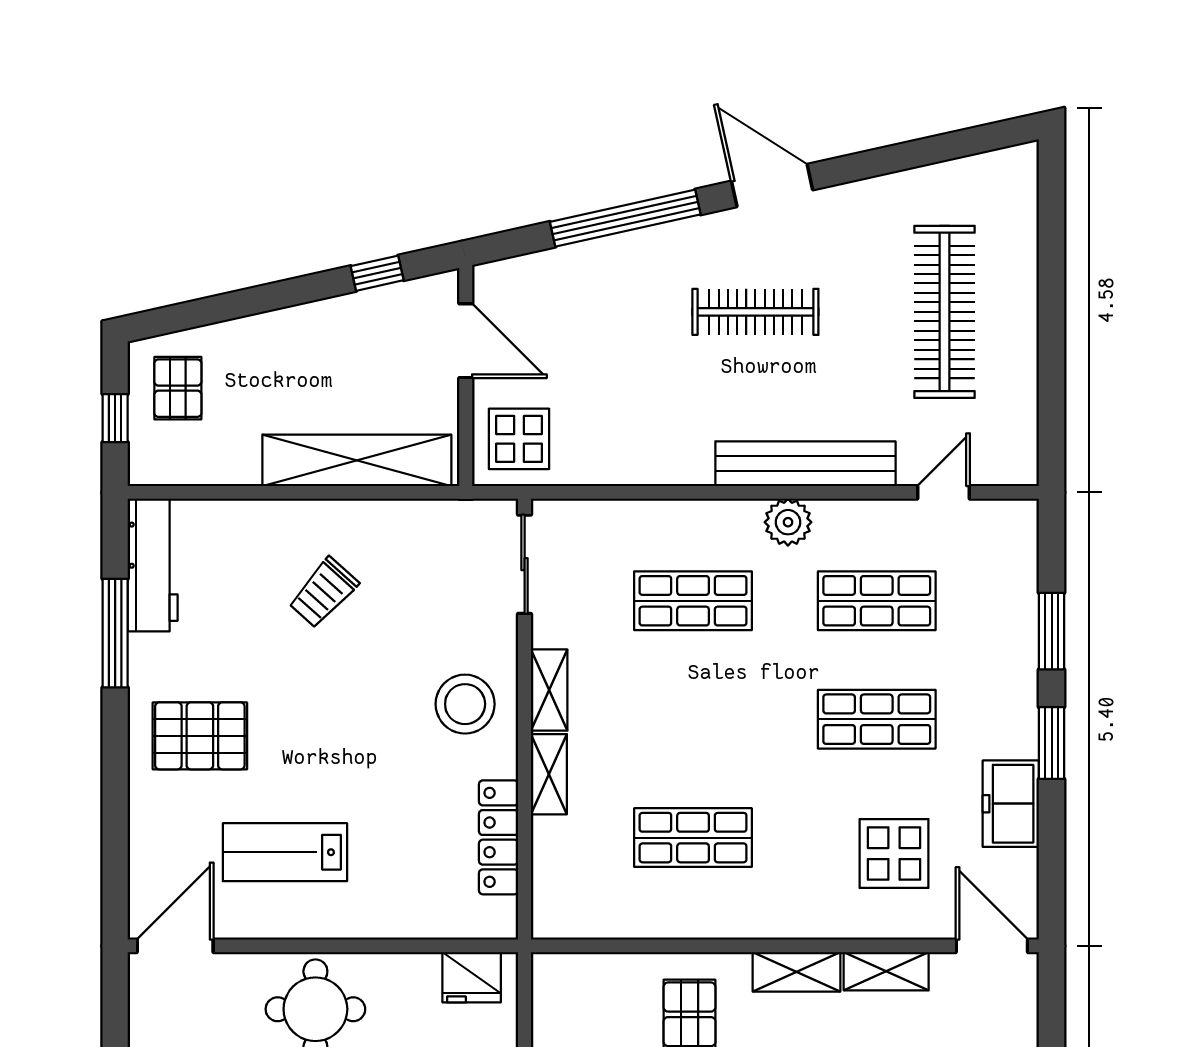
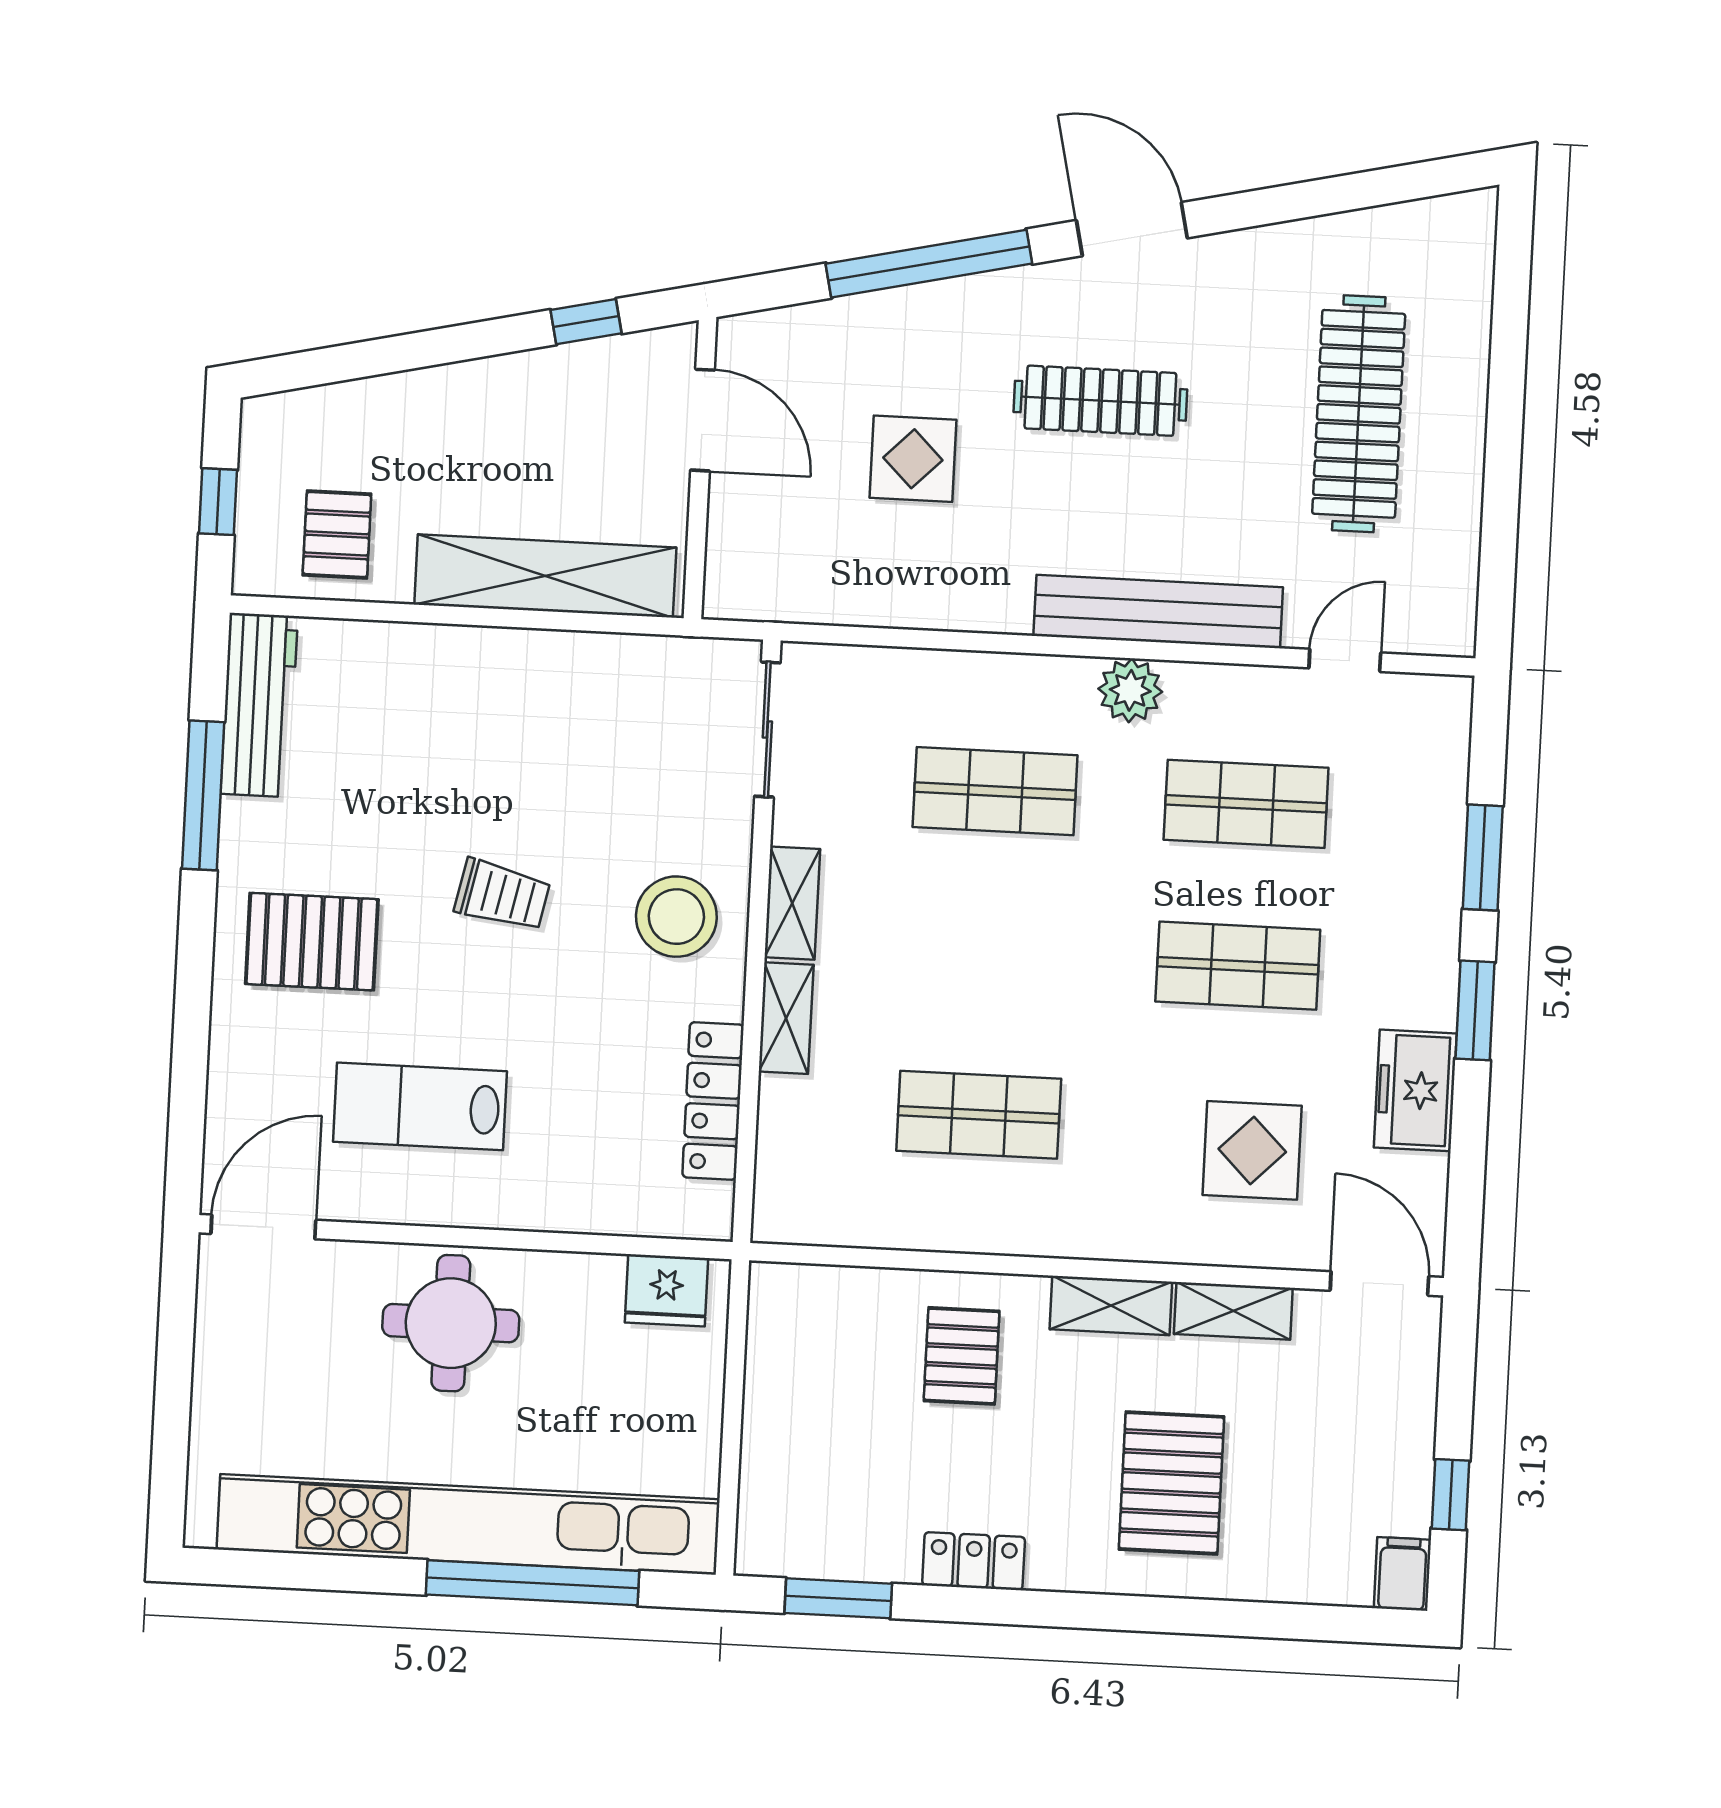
pallet: (178, 388) -> (337, 534), moved
display table: (519, 439) -> (913, 459), moved
trolley: (323, 593) -> (502, 895), moved, turned -120

